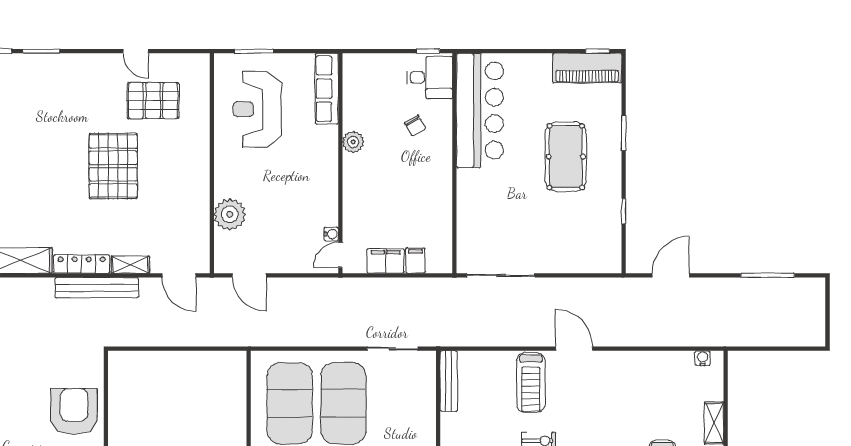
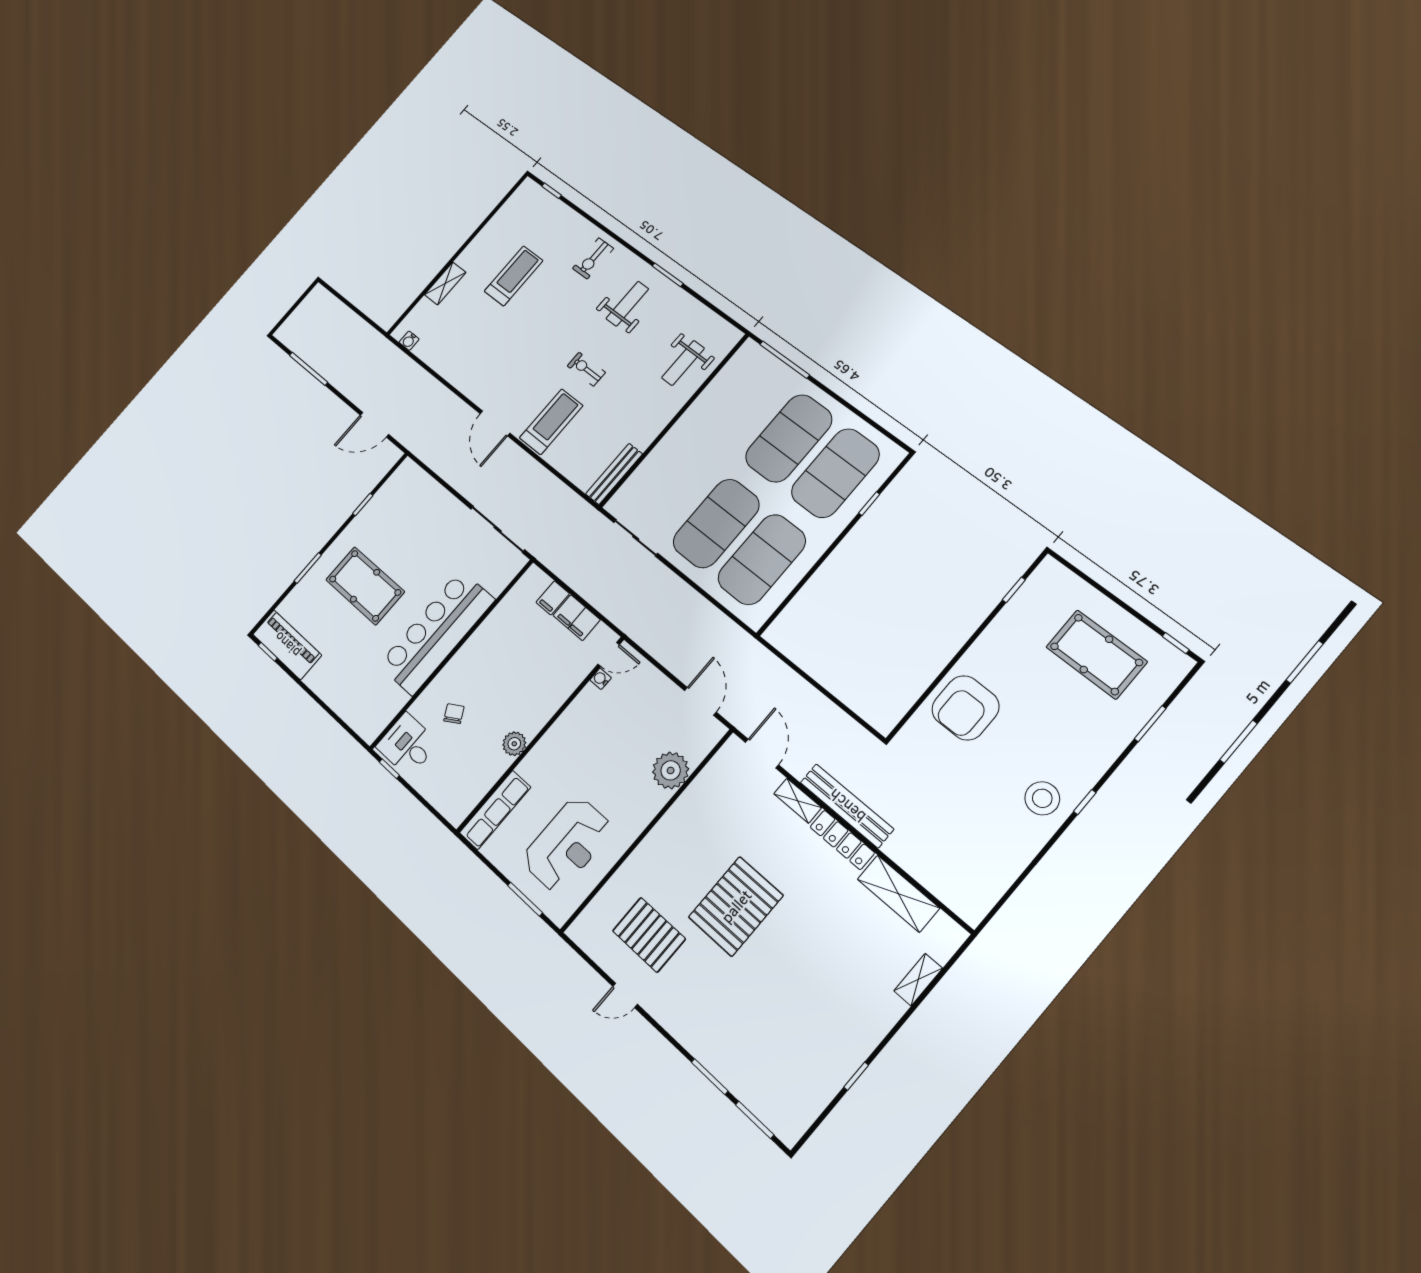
door: (136, 51) -> (625, 995), swing flipped
bar counter: (480, 110) -> (437, 632), moved
pool table: (566, 157) -> (365, 586), turned 90

